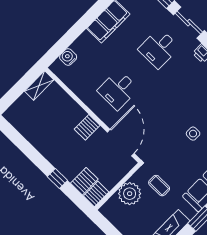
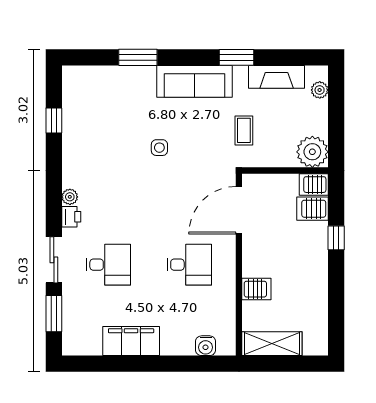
shelving: (39, 86) -> (272, 344), width x1.50, depth x1.33
server rack: (87, 127) -> (256, 289), moved
plant: (130, 194) -> (312, 152), moved

